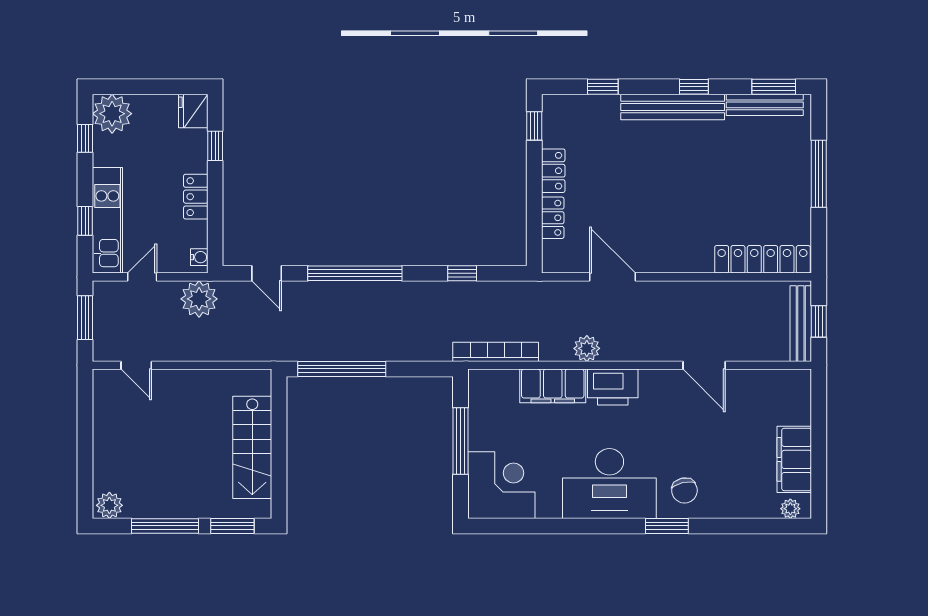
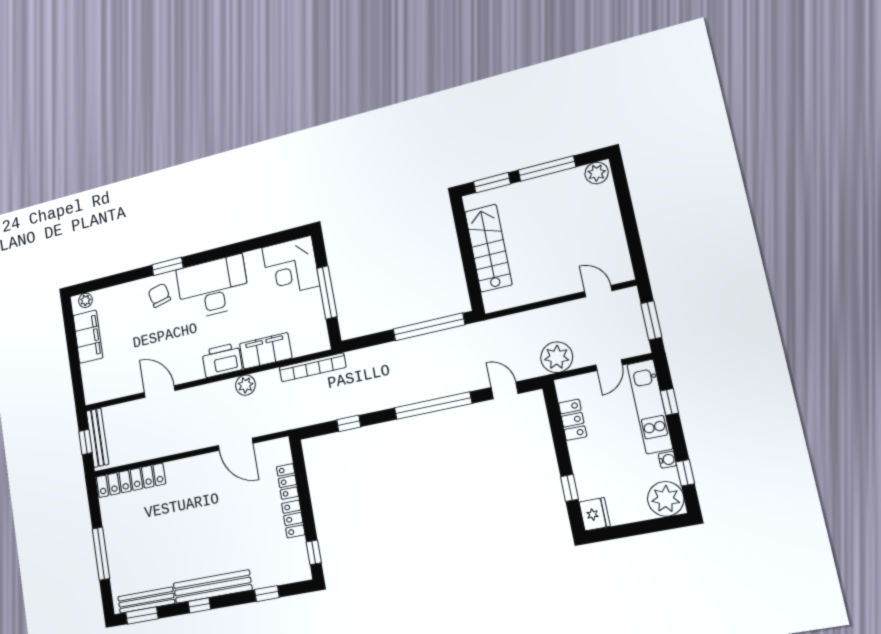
locker: (196, 197) -> (573, 420), moved
water cooler: (199, 257) -> (667, 460), moved, turned 180

